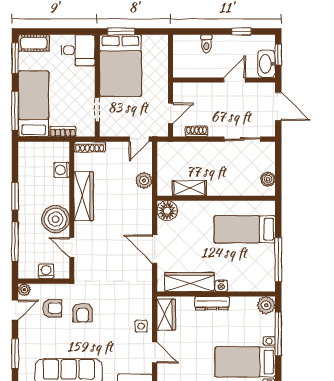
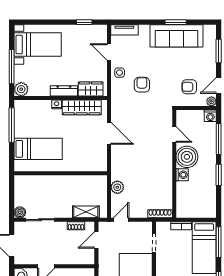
washing machine: (62, 170) -> (182, 175), moved
boiler: (268, 179) -> (20, 212), moved
shelving: (189, 188) -> (86, 212), moved
wardrobe: (84, 196) -> (165, 175), removed
floor lamp: (167, 211) -> (99, 163), removed
washing machine: (46, 271) -> (210, 116), moved
armchair: (83, 313) -> (142, 85), moved
wardrobe: (166, 315) -> (91, 89), moved, turned 90

